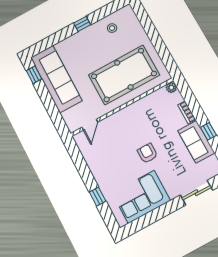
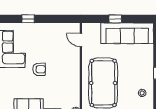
window: (34, 75) -> (115, 19), moved

